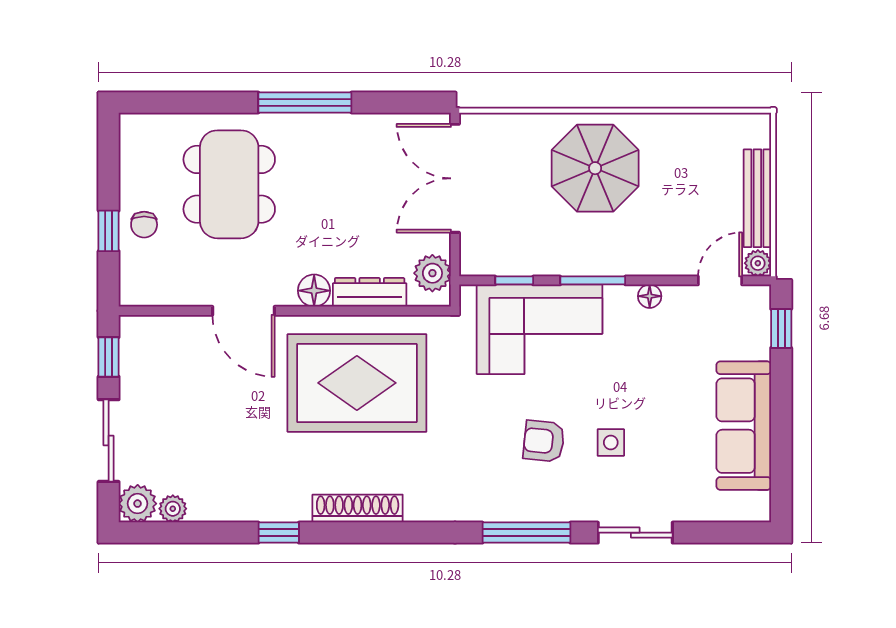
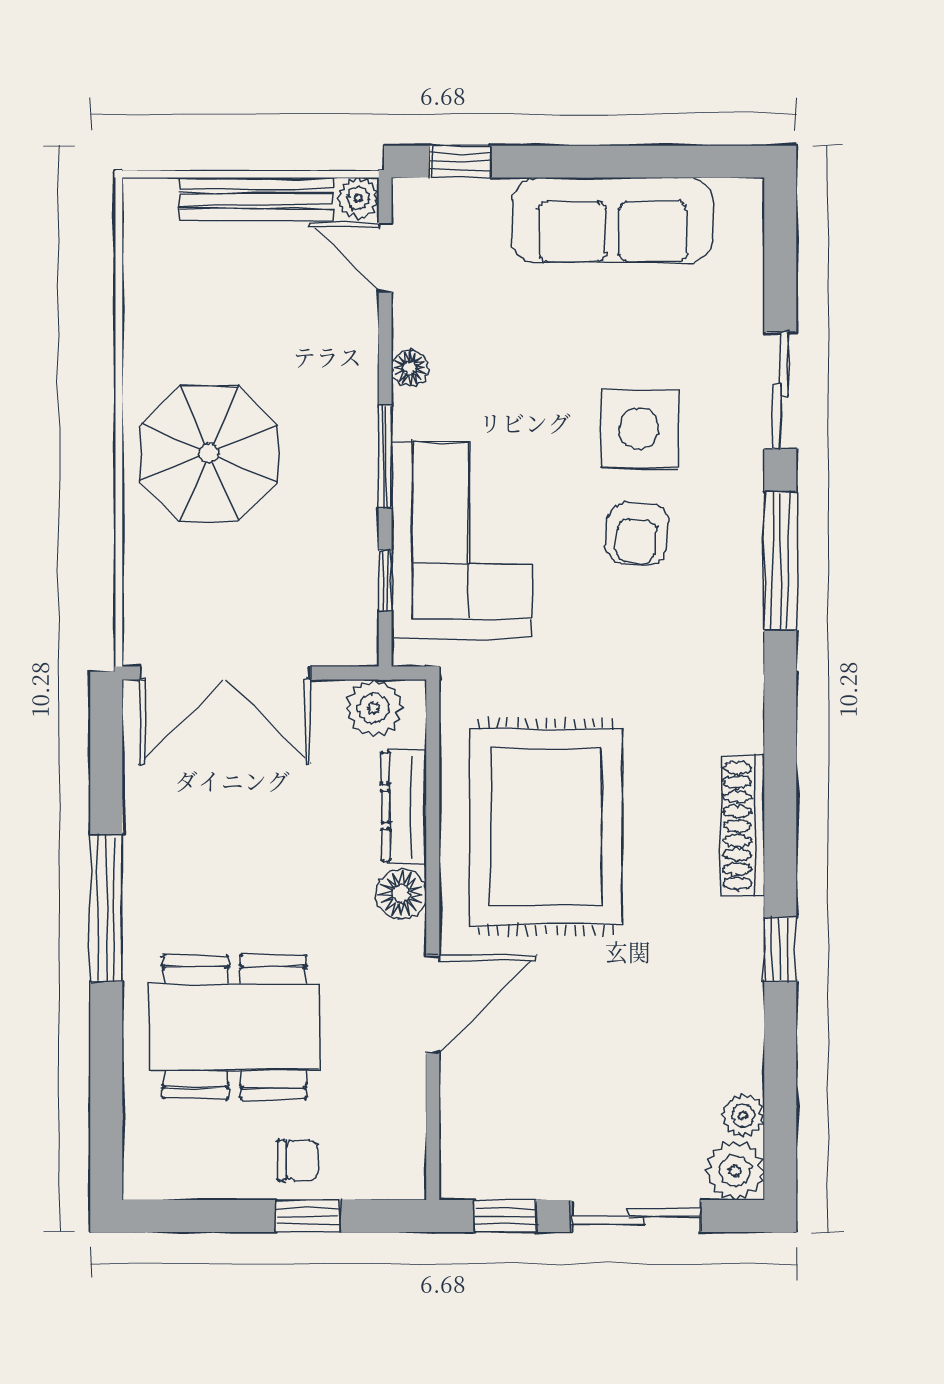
side table: (611, 442) -> (639, 429), width x1.87, depth x1.87

